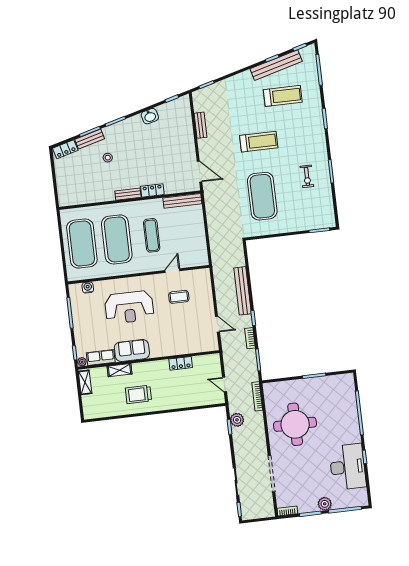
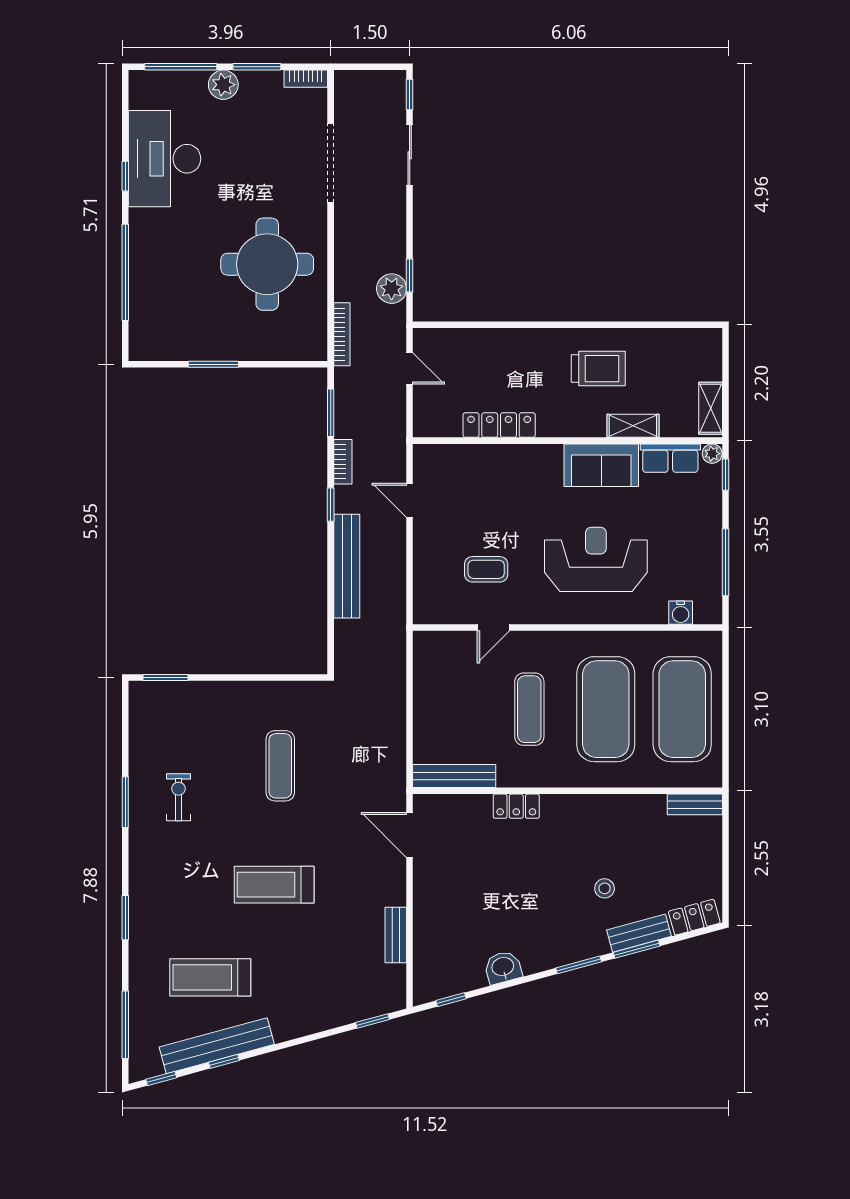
bench: (128, 194) -> (695, 804), moved
exercise mat: (262, 196) -> (280, 766), width x0.50, depth x0.69
locker: (181, 363) -> (499, 425), width x1.53

